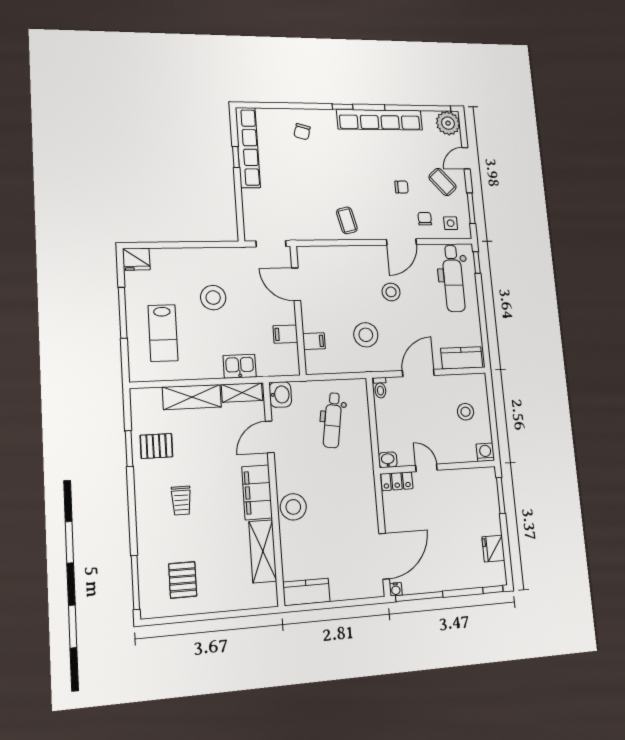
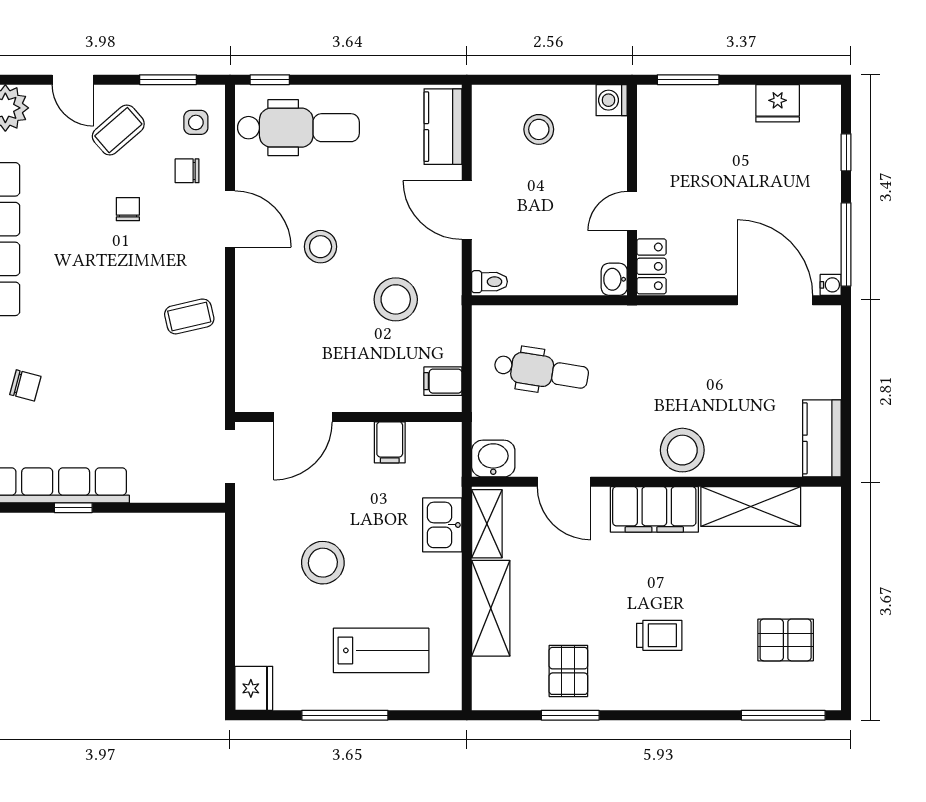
filing cabinet: (314, 341) -> (443, 381), moved, turned -90
window: (493, 590) -> (846, 152), moved

